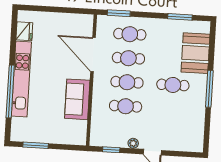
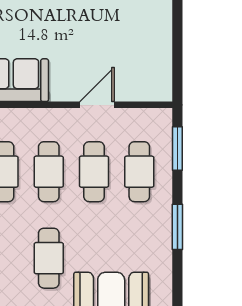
window: (180, 17) -> (177, 227), moved
door: (93, 54) -> (97, 105), width x0.53

